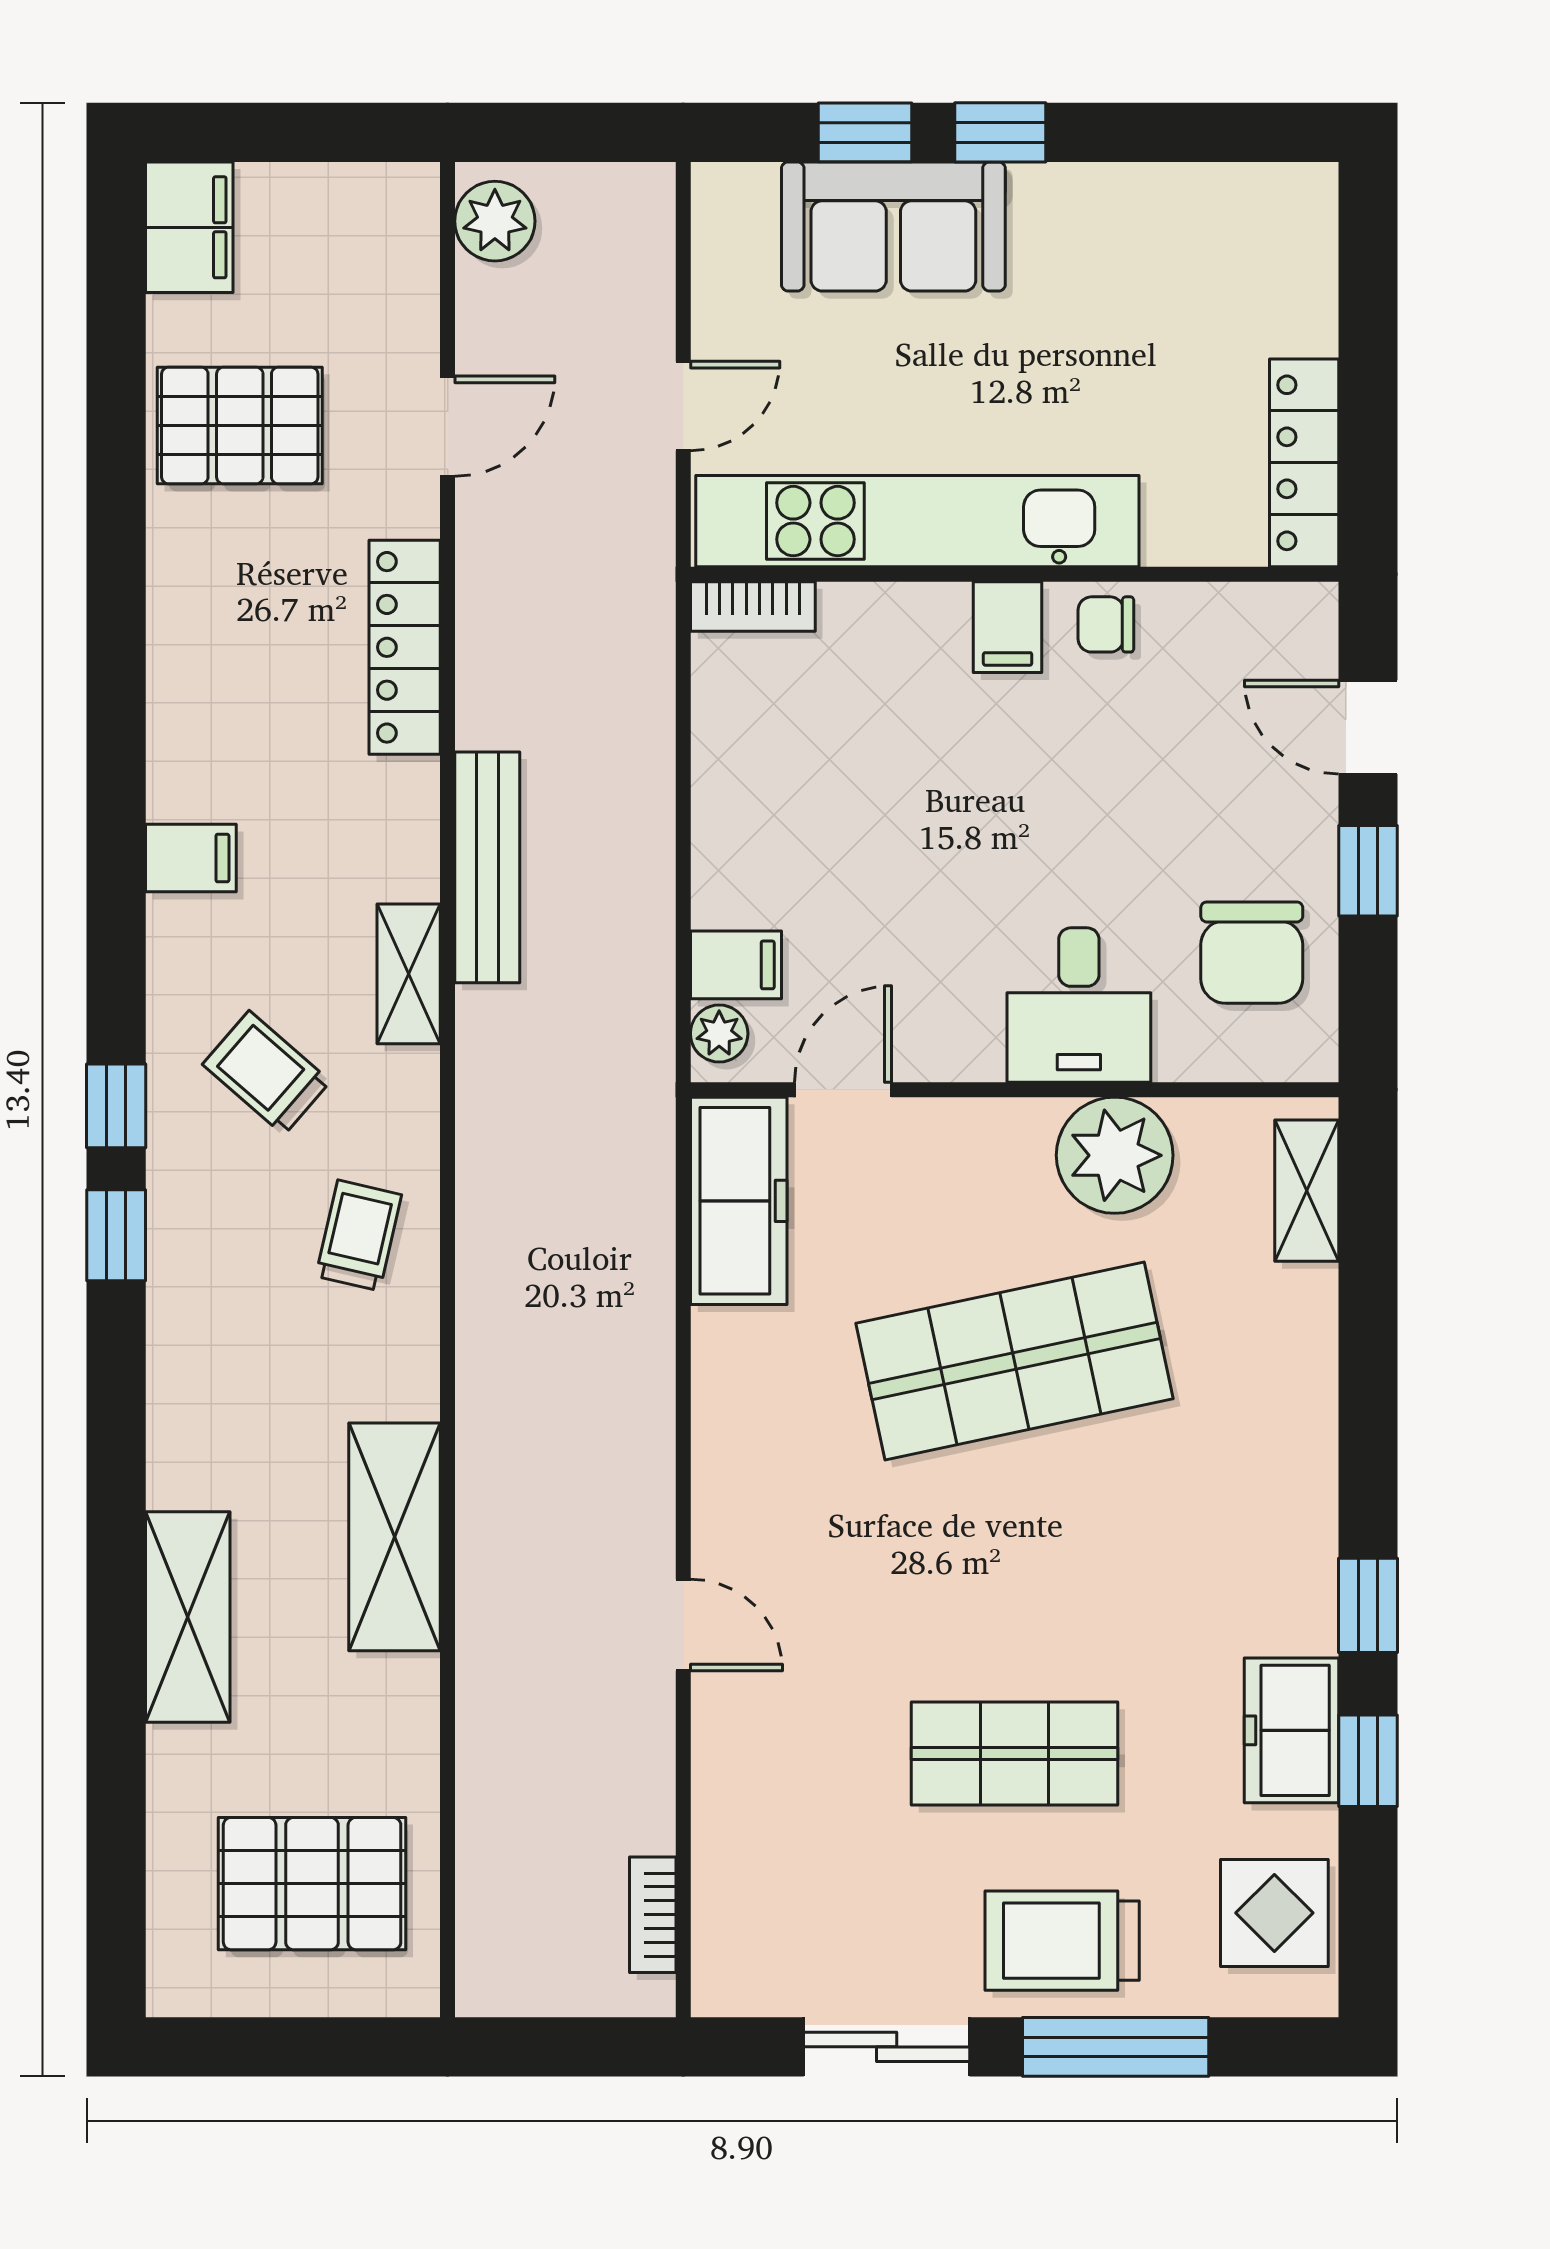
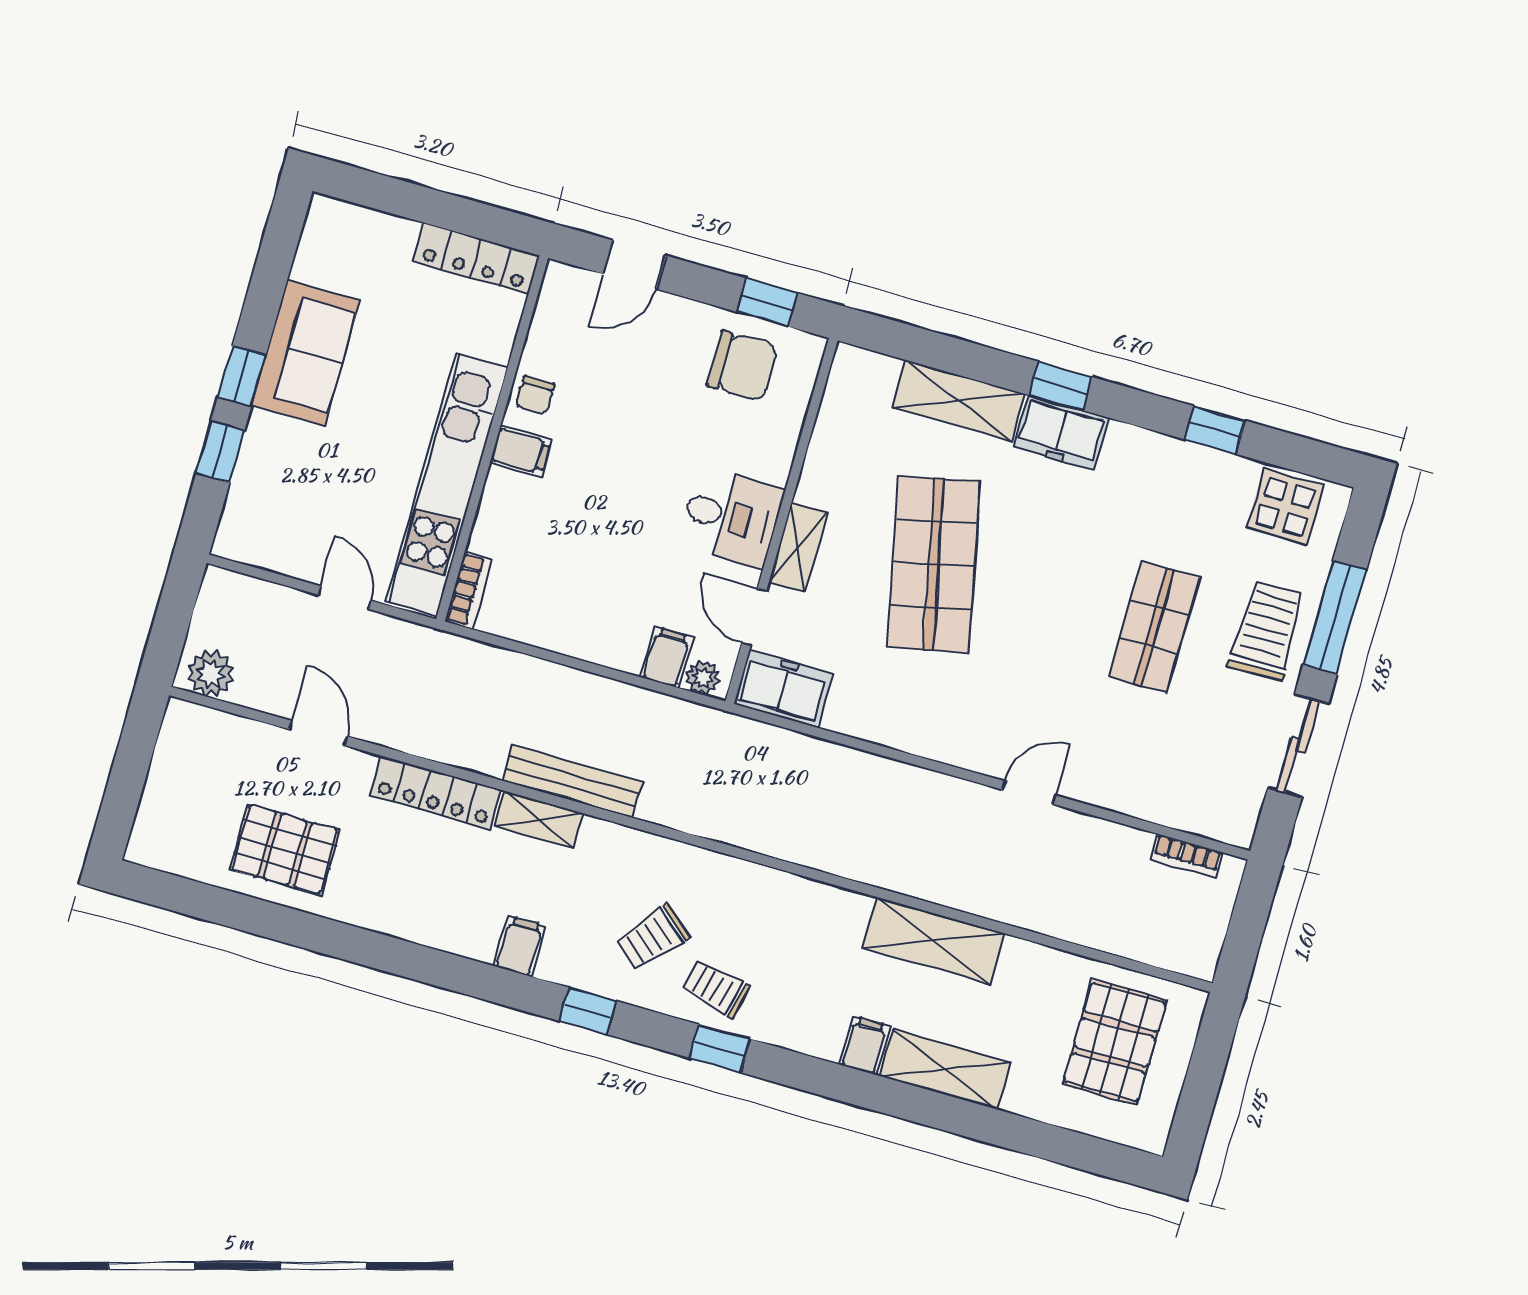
sofa: (893, 226) -> (306, 353), moved
filing cabinet: (189, 227) -> (865, 1045), moved, width x0.50
pallet: (240, 426) -> (285, 850), turned 90
window: (1368, 871) -> (767, 302), moved
shelving: (409, 974) -> (539, 820), moved
desk: (1079, 1005) -> (731, 517), moved
window: (116, 1106) -> (588, 1011), moved
shelving: (979, 1129) -> (798, 547), added
plant: (1115, 1155) -> (834, 475), removed
shelving: (1307, 1191) -> (958, 400), moved, width x1.50, depth x1.33
freezer: (739, 1201) -> (783, 689), width x0.71
trolley: (359, 1235) -> (716, 989), moved
window: (1368, 1605) -> (1061, 386), moved
freezer: (1291, 1730) -> (1061, 433), moved
trolley: (1062, 1941) -> (1267, 630), turned 180

